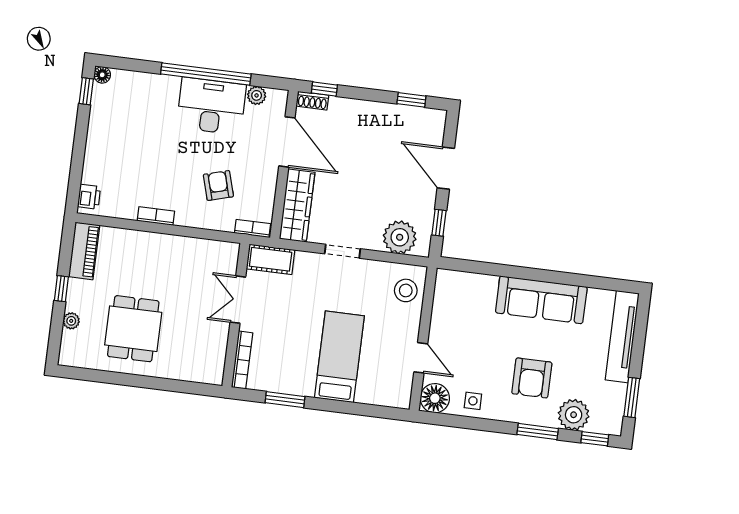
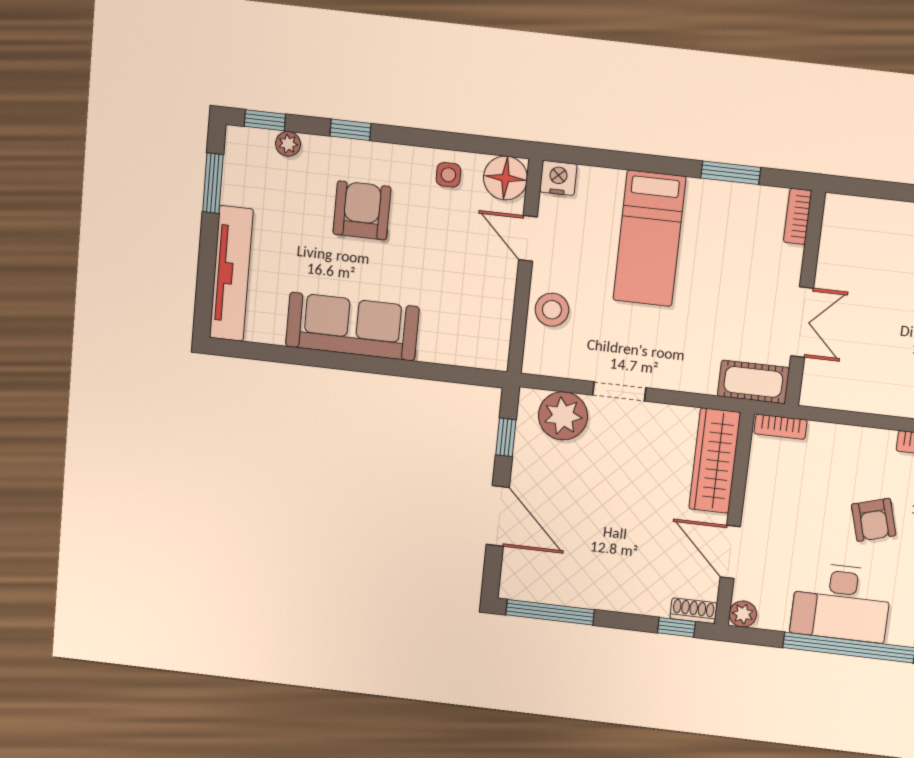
plant: (257, 95) -> (743, 614), moved
window: (411, 100) -> (550, 612), width x2.17
door: (287, 142) -> (730, 552), width x0.73
armchair: (218, 185) -> (874, 520), moved
doorway: (342, 251) -> (619, 391), moved
stool: (406, 290) -> (552, 310), moved
bookcase: (242, 360) -> (798, 216), width x0.64
nightstand: (400, 398) -> (558, 178), added
plant: (574, 415) -> (288, 144), width x0.53, depth x0.53
window: (538, 431) -> (350, 130), width x0.67

